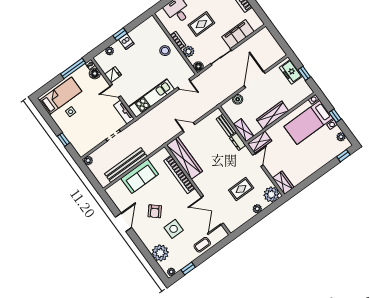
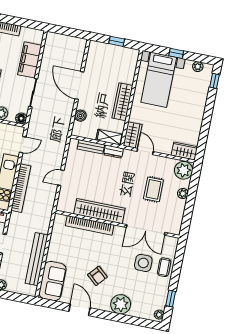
freezer: (291, 72) -> (104, 51), removed
bookcase: (157, 111) -> (21, 188), added
wardrobe: (184, 158) -> (99, 211), moved
sofa: (140, 176) -> (52, 281), moved
side table: (174, 229) -> (143, 263), moved
plant: (160, 253) -> (121, 304), moved

